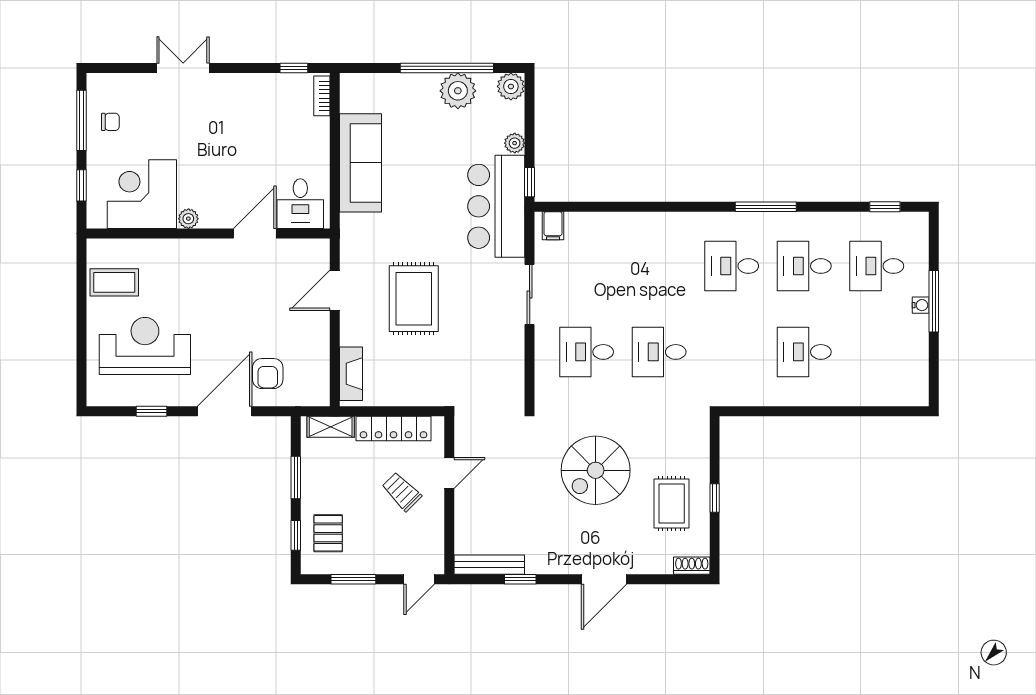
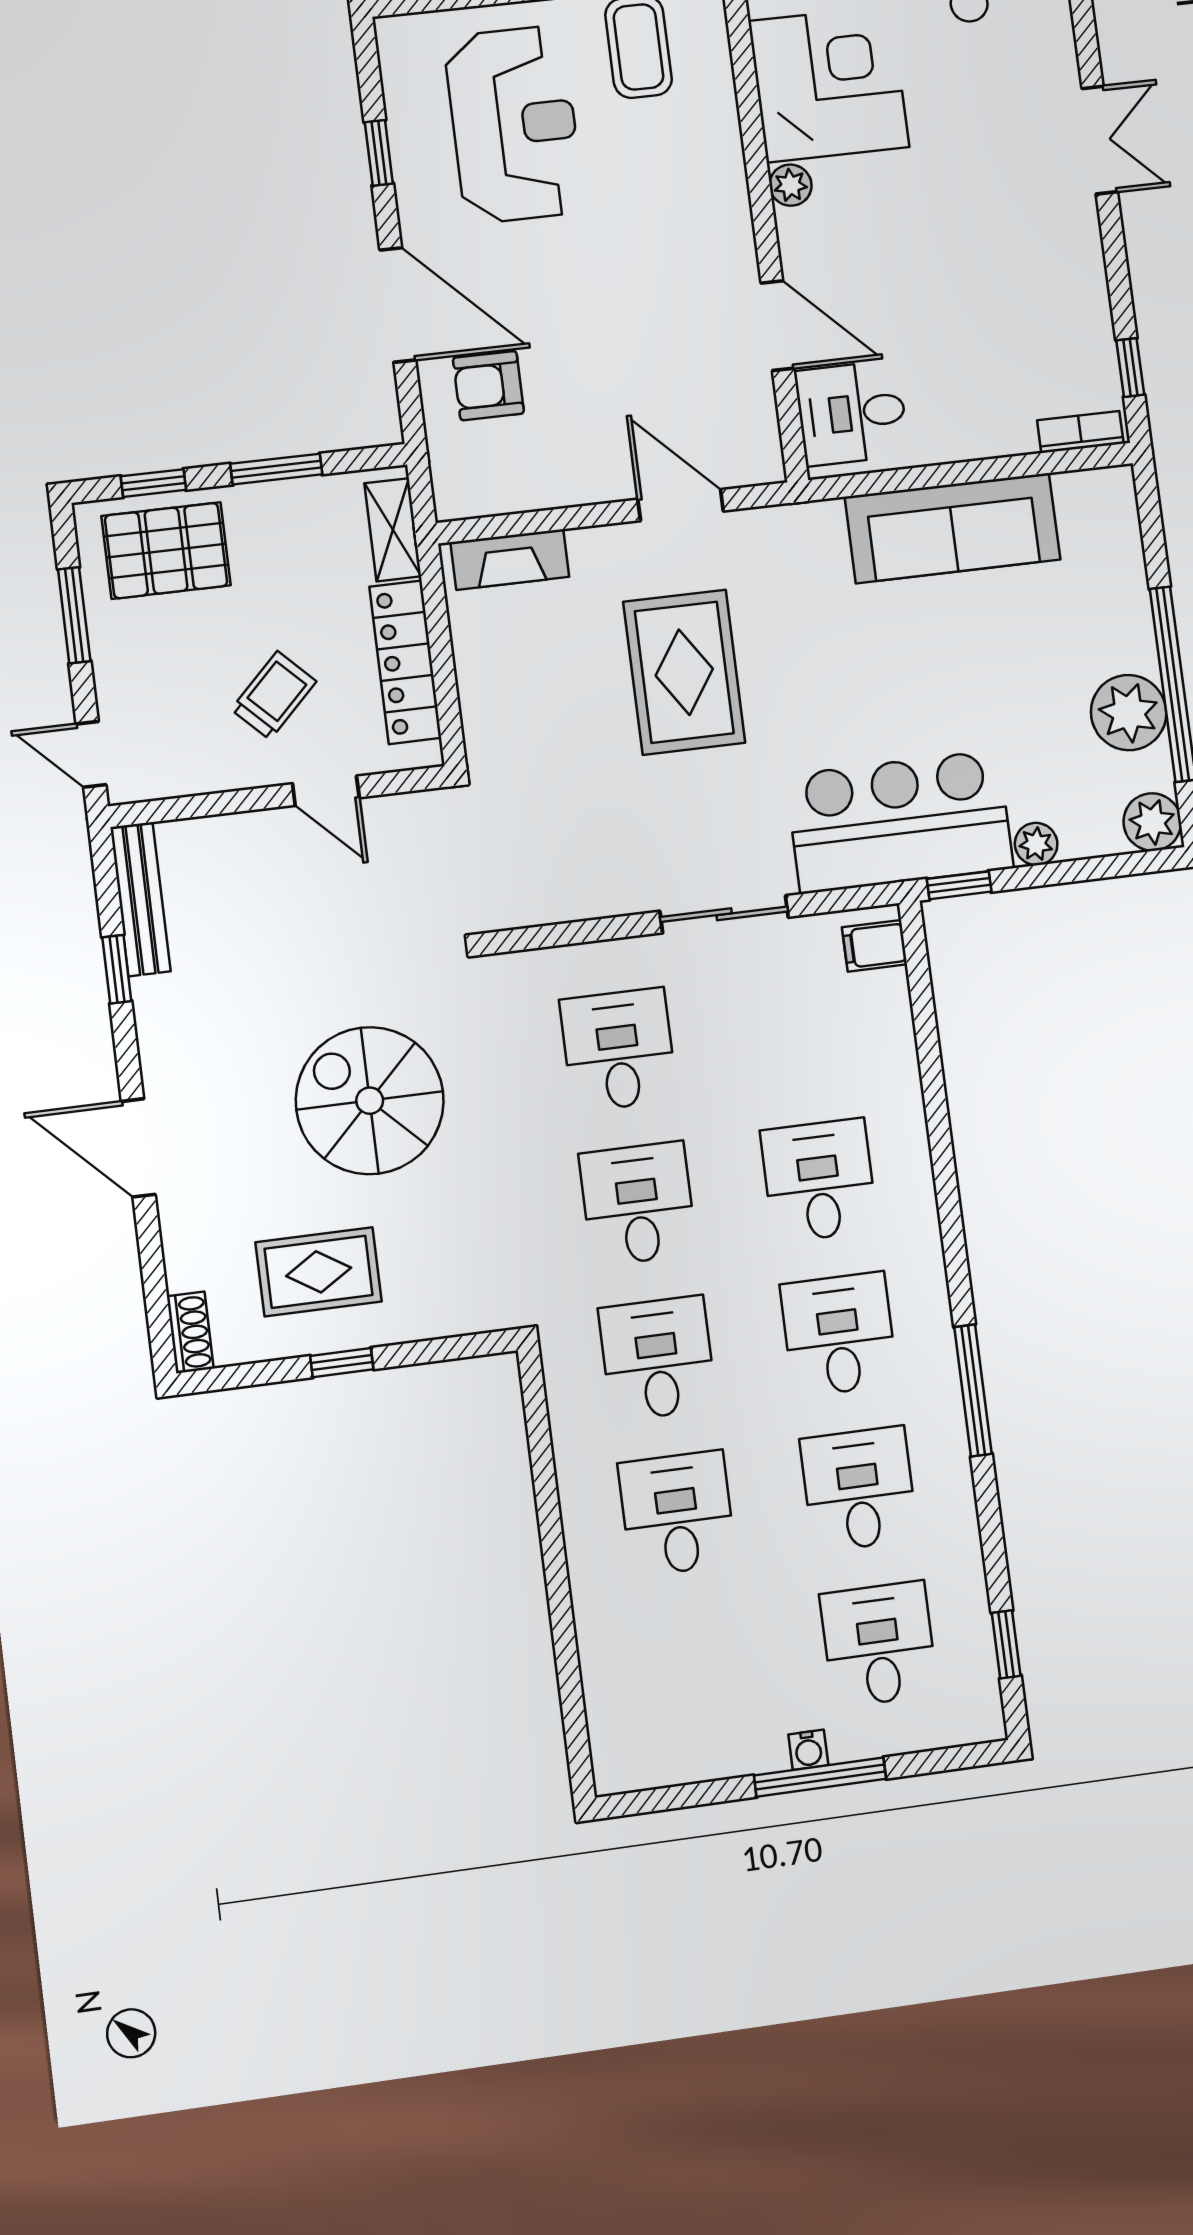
desk: (659, 266) -> (819, 1180), added
rug: (414, 299) -> (684, 672), turned 90
desk: (732, 352) -> (657, 1358), added
pallet: (328, 533) -> (166, 551), width x1.50, depth x1.42

